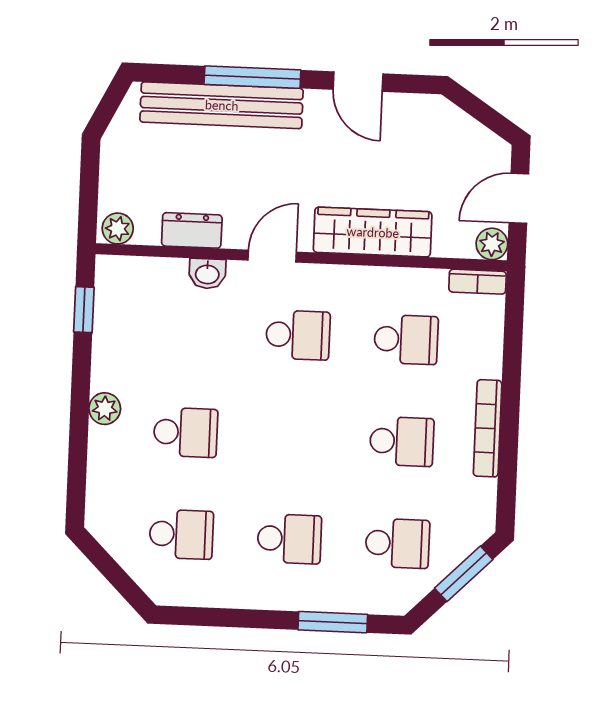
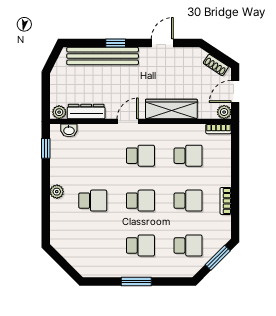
window: (252, 77) -> (116, 43), width x0.46
door: (358, 82) -> (162, 43), swing flipped
shoe rack: (478, 136) -> (216, 65), added
dresser: (192, 230) -> (86, 112), width x1.44
washbasin: (207, 274) -> (69, 130), moved
bookcase: (488, 428) -> (226, 201), width x0.64
school desk: (181, 534) -> (140, 201), moved
window: (333, 622) -> (136, 281), moved

